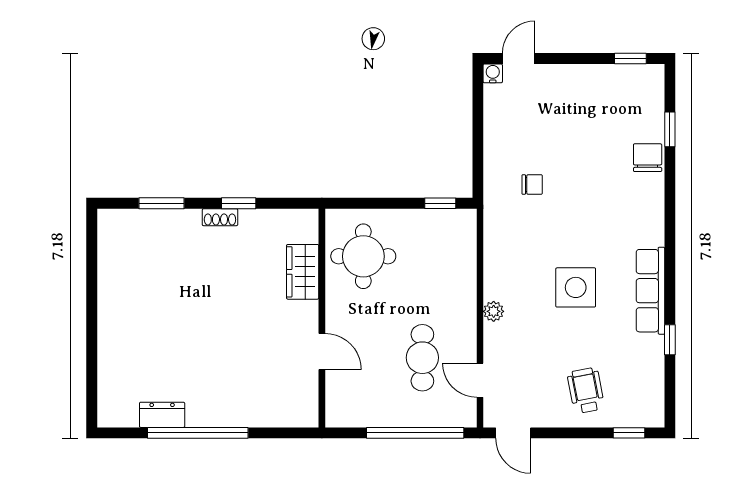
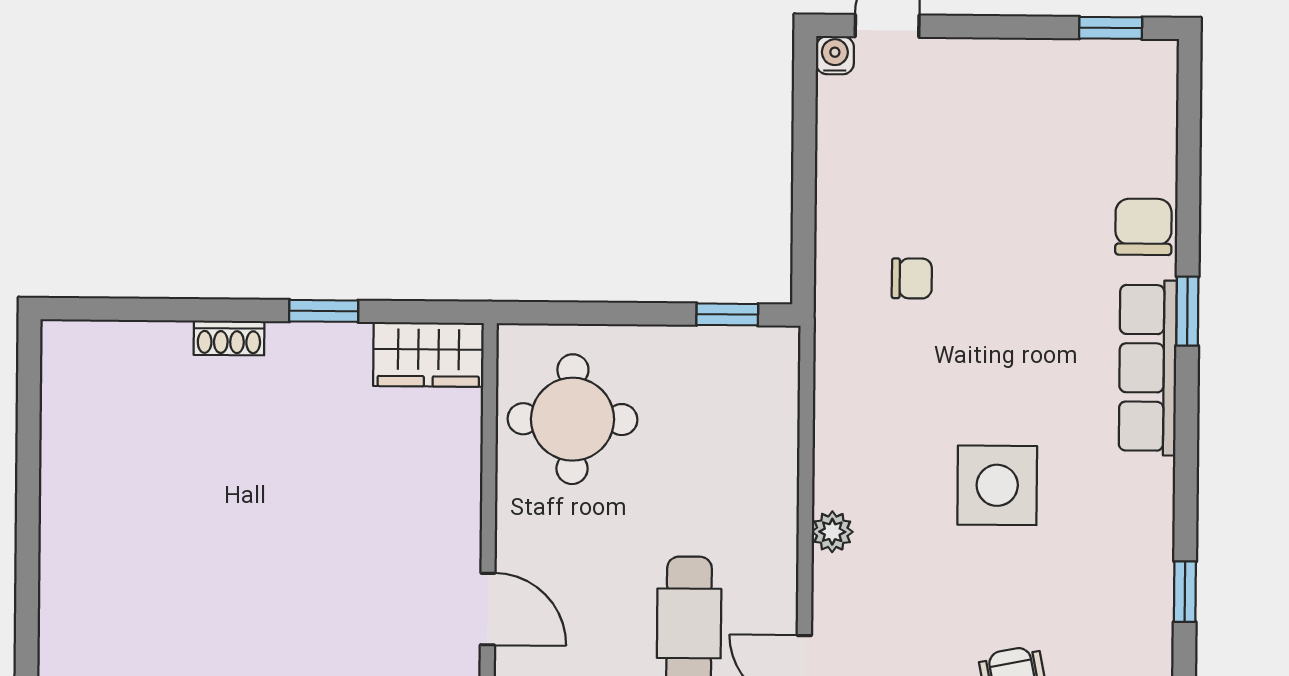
window: (670, 129) -> (1187, 311), moved
window: (162, 203) -> (169, 310), removed
shoe rack: (220, 217) -> (229, 338), moved
wardrobe: (303, 272) -> (428, 355), moved, turned -90
row of seats: (650, 291) -> (1148, 368), moved

